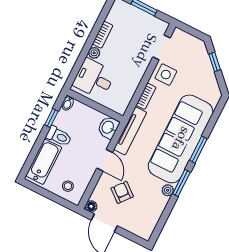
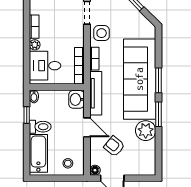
bookcase: (128, 96) -> (79, 66), added
plant: (168, 190) -> (146, 131), width x1.88, depth x1.88

